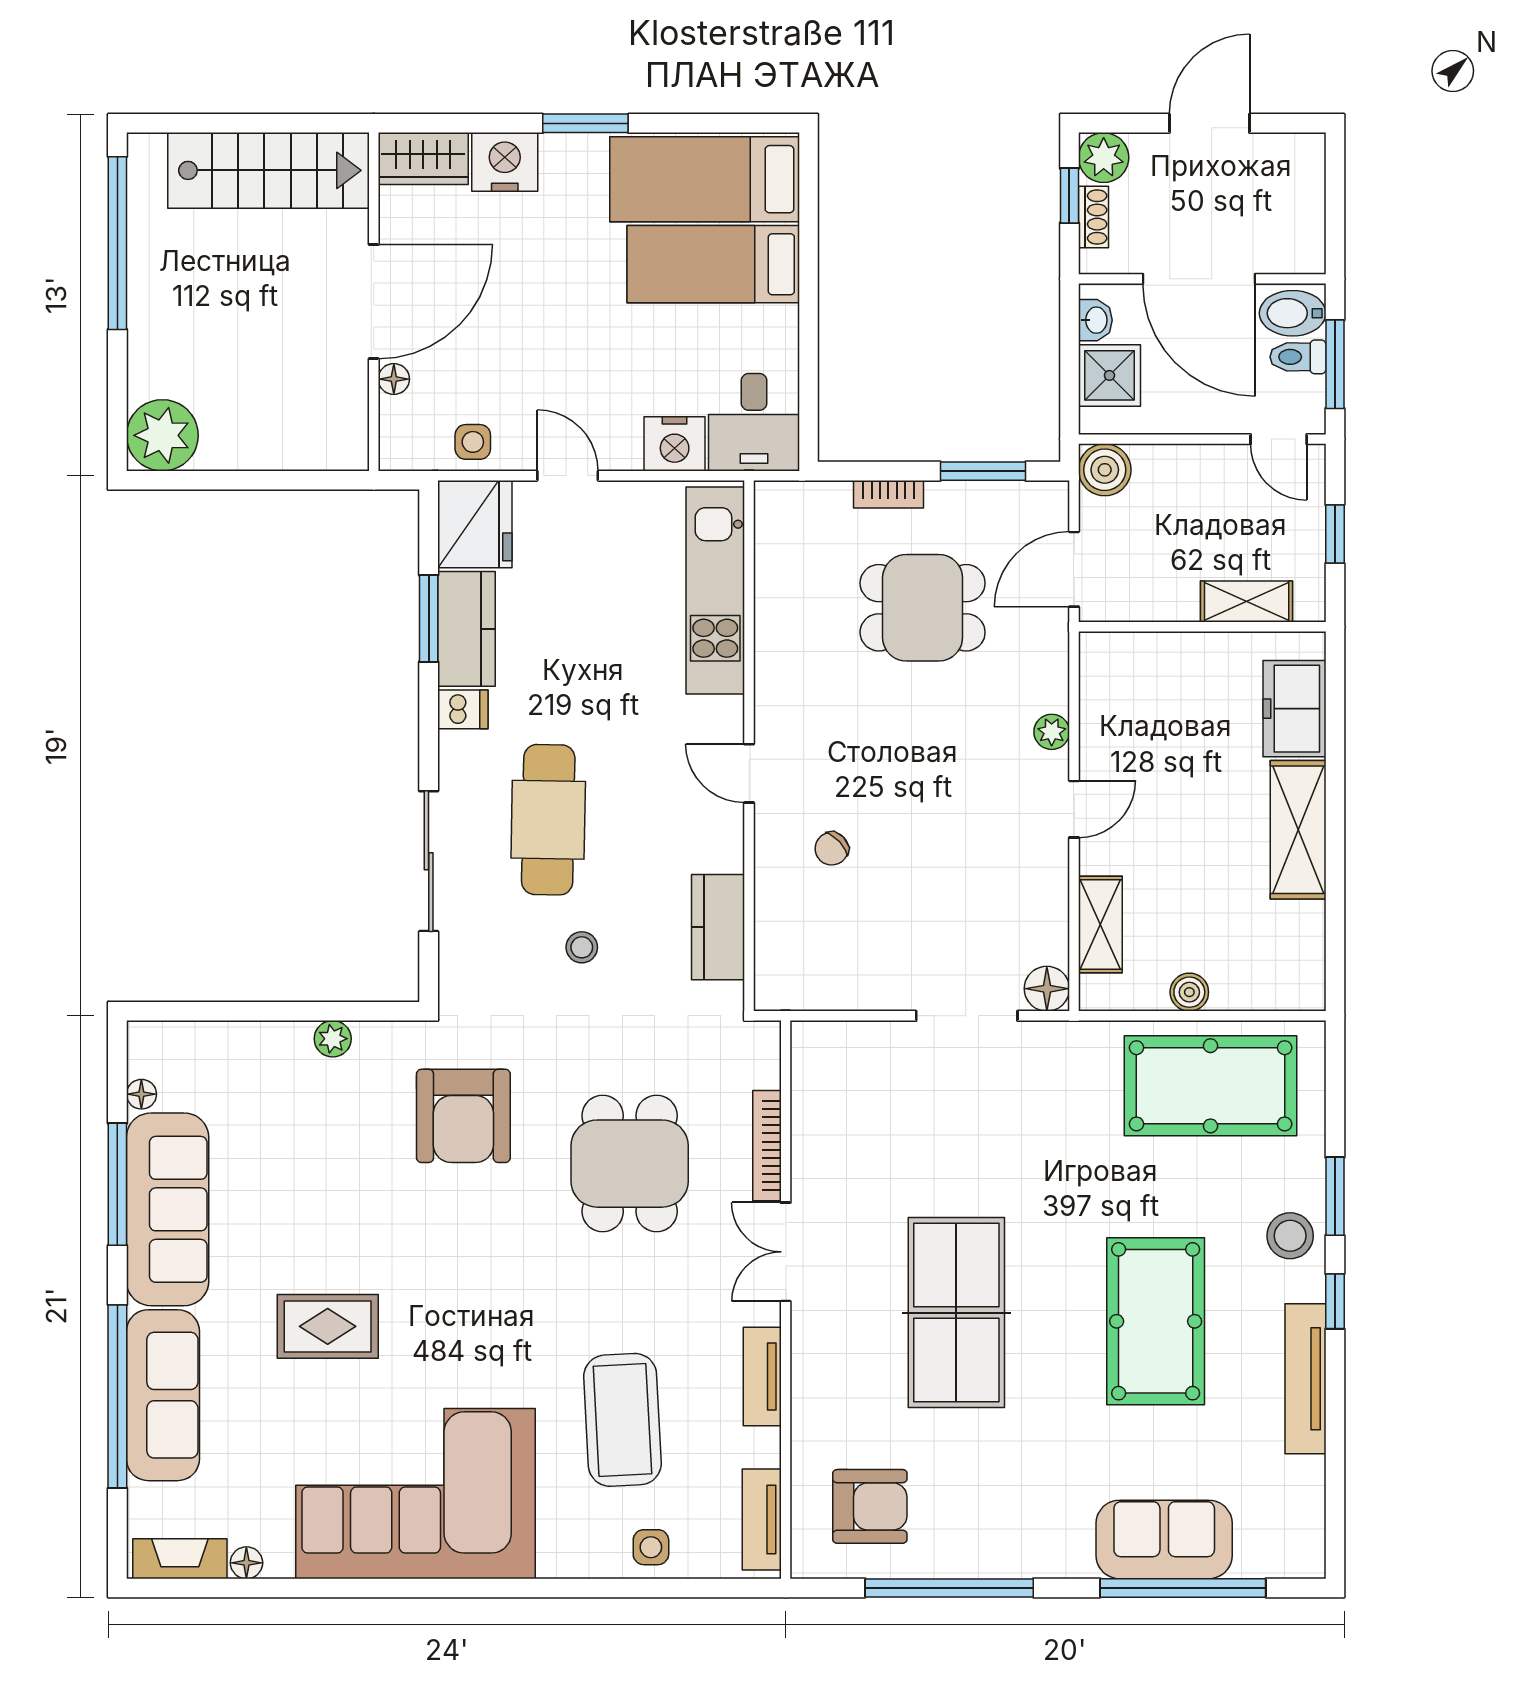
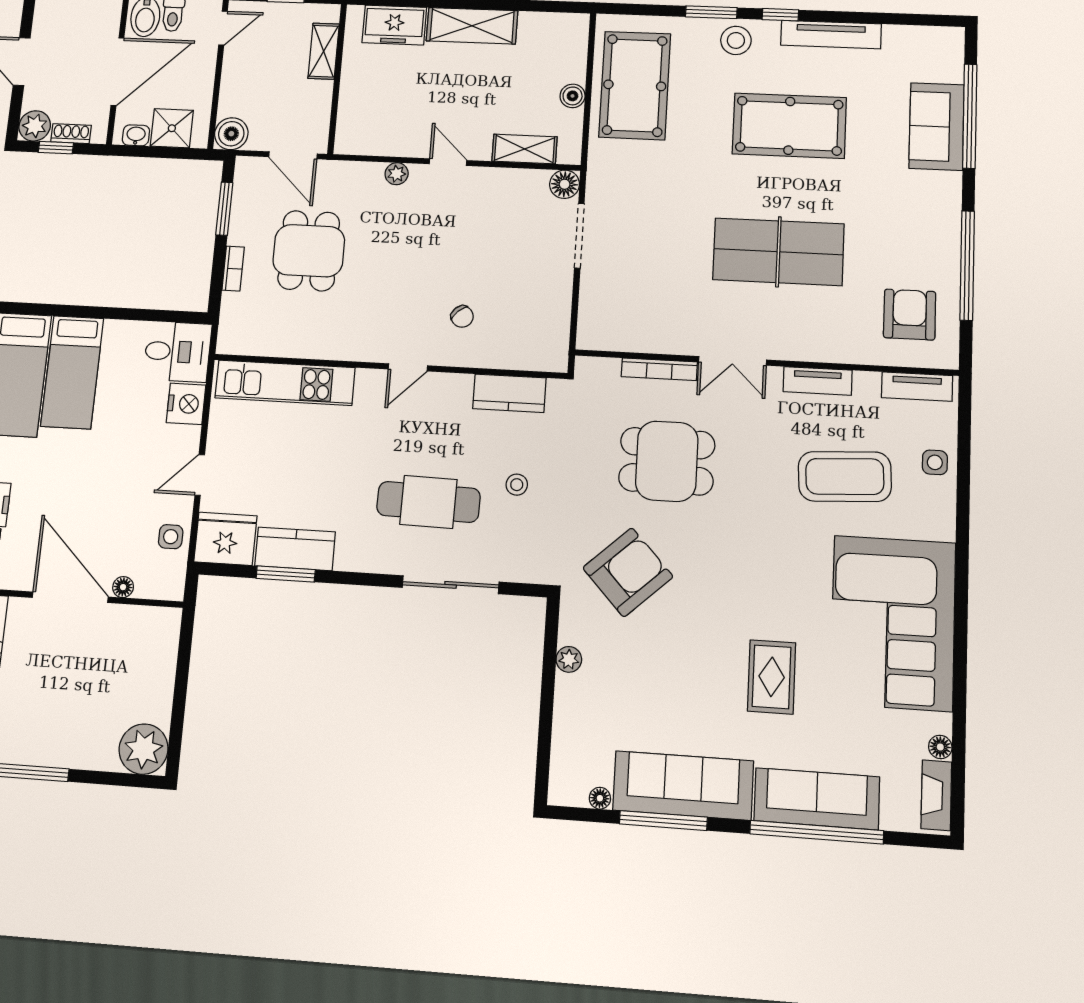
dishwasher: (463, 709) -> (349, 555), removed
armchair: (463, 1116) -> (628, 572), turned -43

